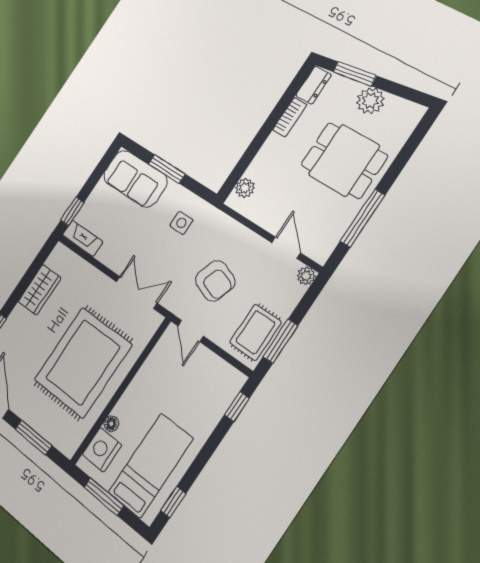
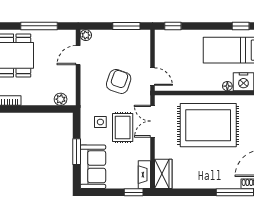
wardrobe: (40, 290) -> (163, 174), moved, turned 90
door: (191, 331) -> (152, 77), hinge flipped
rug: (255, 332) -> (123, 128), moved, turned 90

